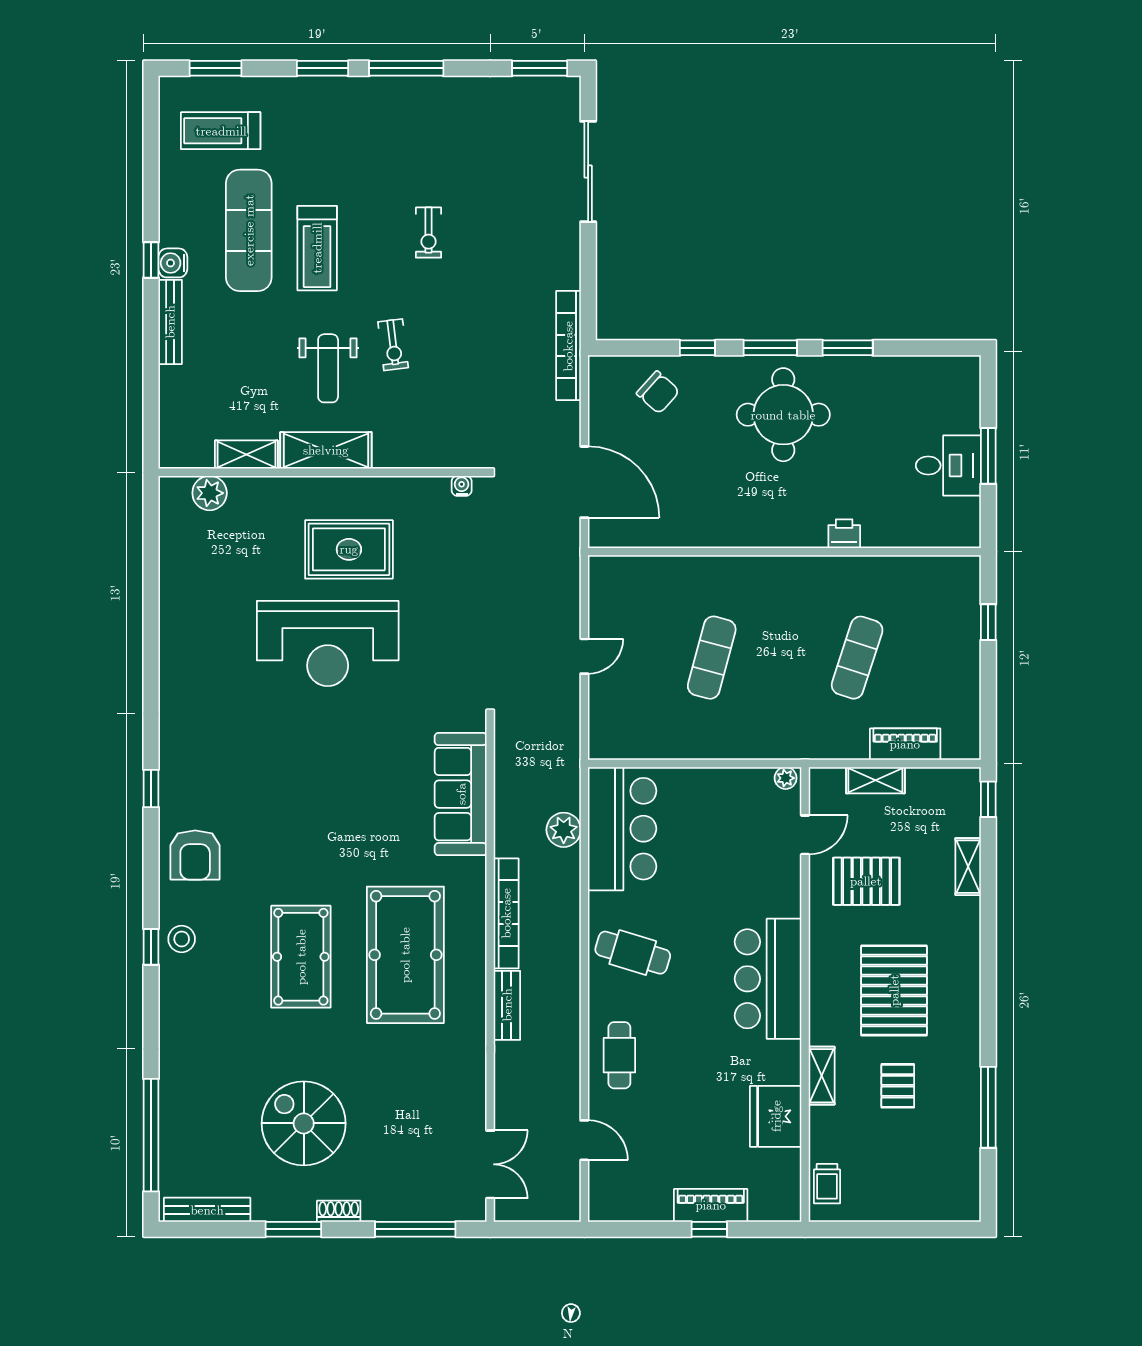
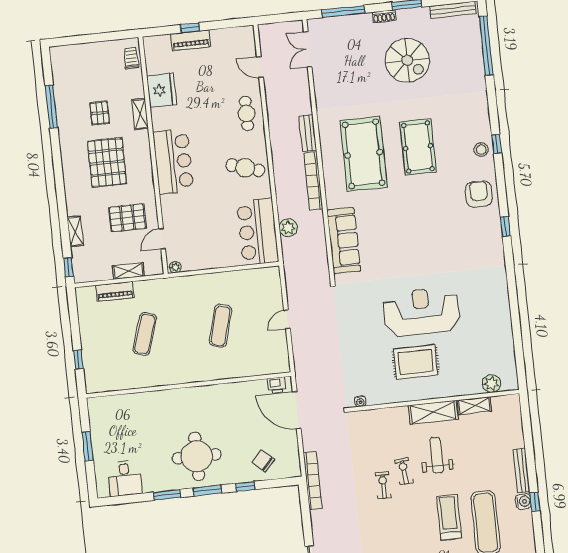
exercise bike: (429, 233) -> (383, 485), moved
desk: (948, 465) -> (125, 478), moved, turned -90
printer: (844, 534) -> (277, 385), moved

